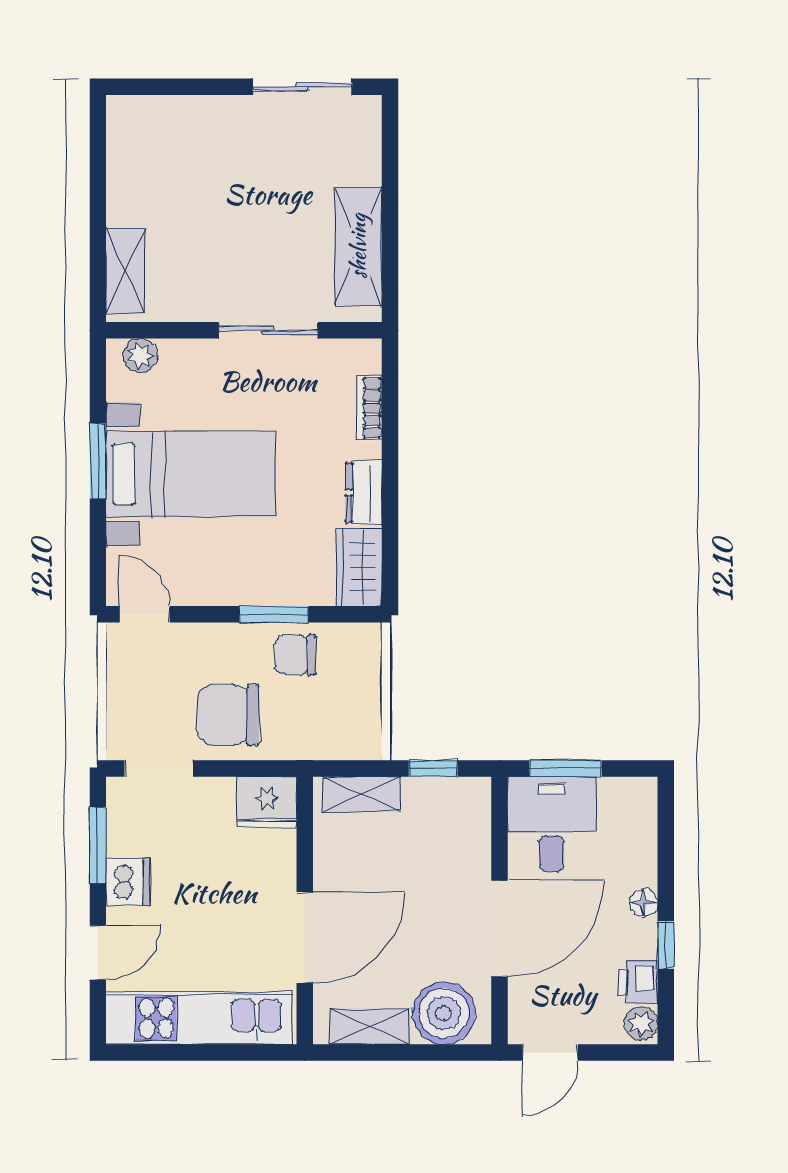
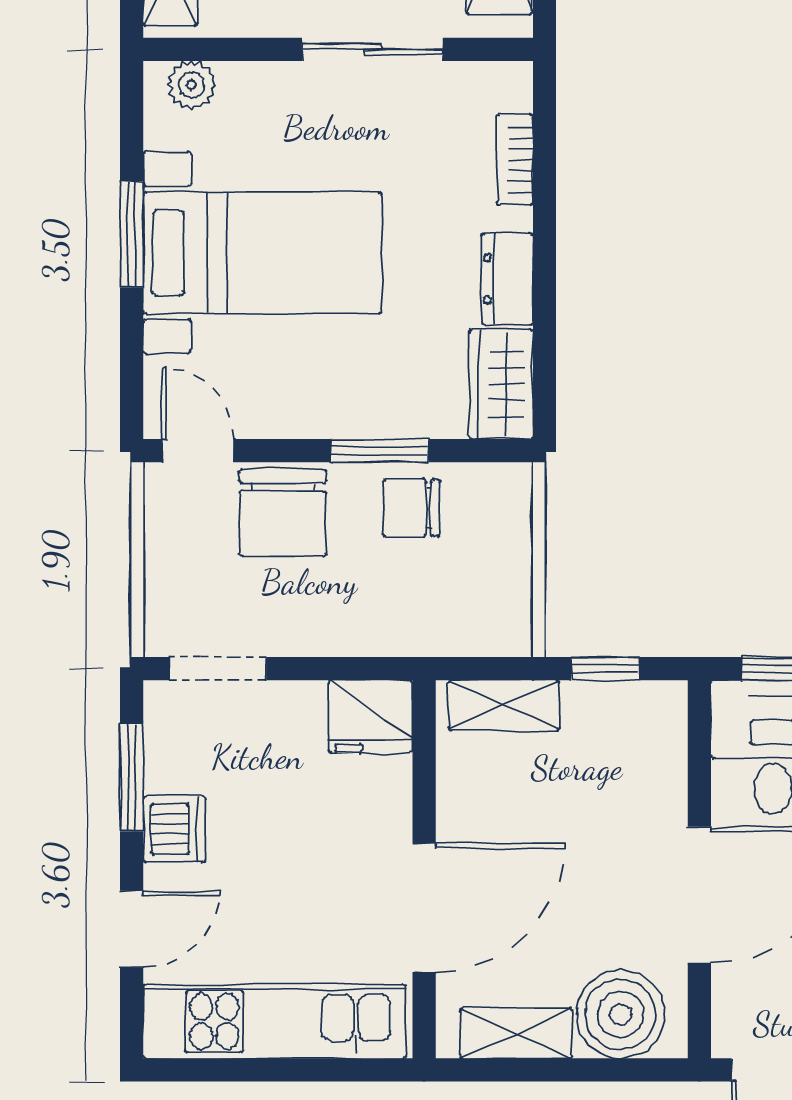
chair: (229, 715) -> (283, 513), moved, turned -90

